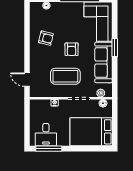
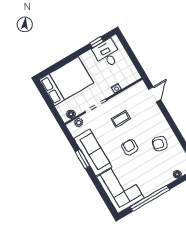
window: (115, 48) -> (83, 159), moved
coffee table: (65, 76) -> (121, 119), width x0.54, depth x0.58
door: (27, 80) -> (155, 94), hinge flipped
window: (49, 149) -> (97, 42), width x0.46

